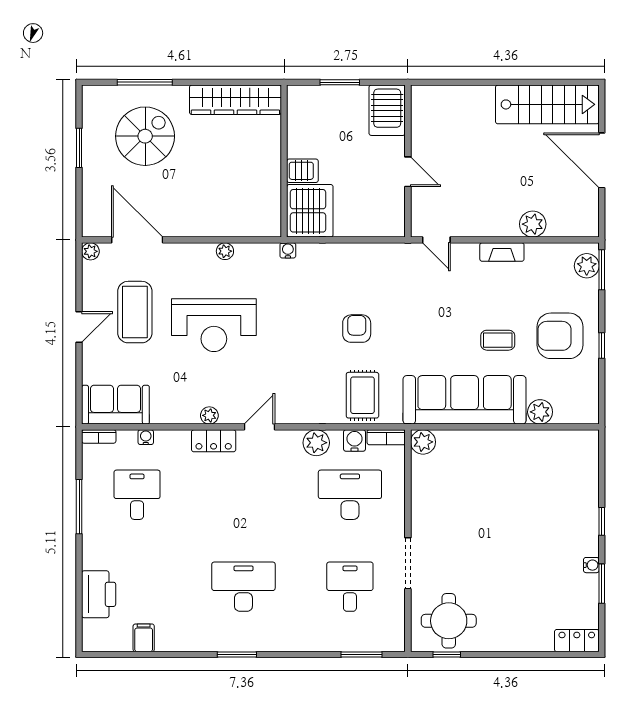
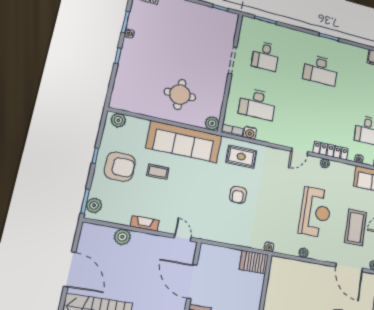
server rack: (302, 171) -> (253, 292), removed
door: (408, 172) -> (192, 282), width x1.87
server rack: (310, 211) -> (254, 262), width x0.62
reception desk: (214, 325) -> (315, 212), turned 90
rug: (362, 395) -> (241, 157), turned 90
plant: (540, 412) -> (118, 120), moved
locker: (214, 441) -> (331, 151), width x1.53
plant: (316, 443) -> (271, 136), removed
round table: (449, 621) -> (180, 95), moved

